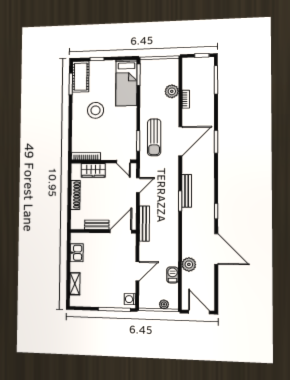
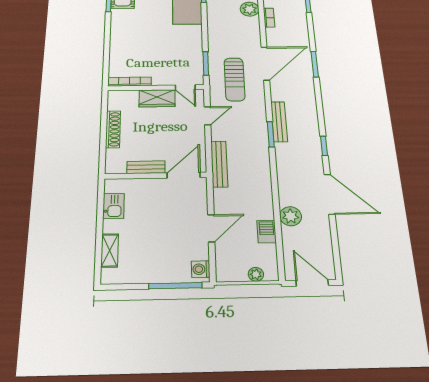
stool: (96, 110) -> (144, 29), removed
sun lounger: (154, 137) -> (234, 79), moved
wardrobe: (93, 170) -> (157, 98), moved

